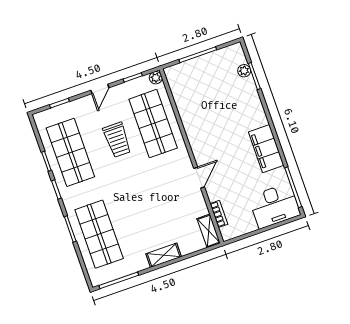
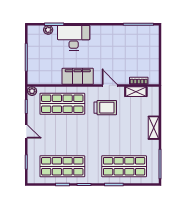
trolley: (117, 140) -> (105, 108), moved
filing cabinet: (266, 149) -> (78, 76), moved, turned 180
desk: (274, 206) -> (74, 38), moved, turned -90
shelving: (209, 231) -> (136, 92), moved

